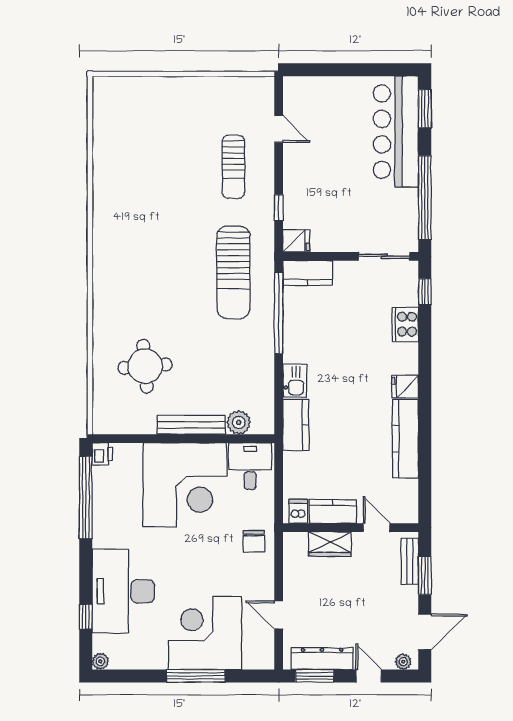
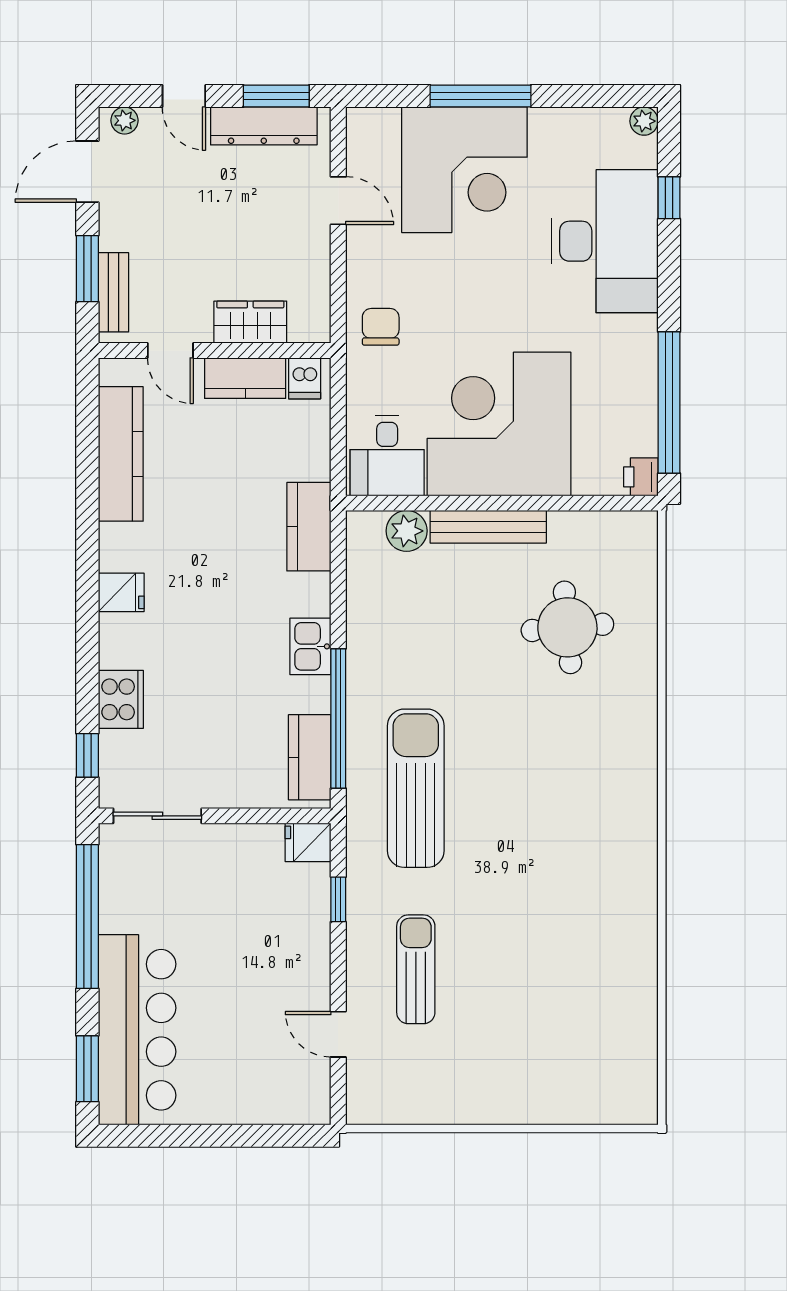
kitchen counter: (308, 273) -> (310, 757), moved, turned -90
kitchen sink: (295, 381) -> (310, 646), moved
kitchen counter: (405, 439) -> (121, 454), moved

